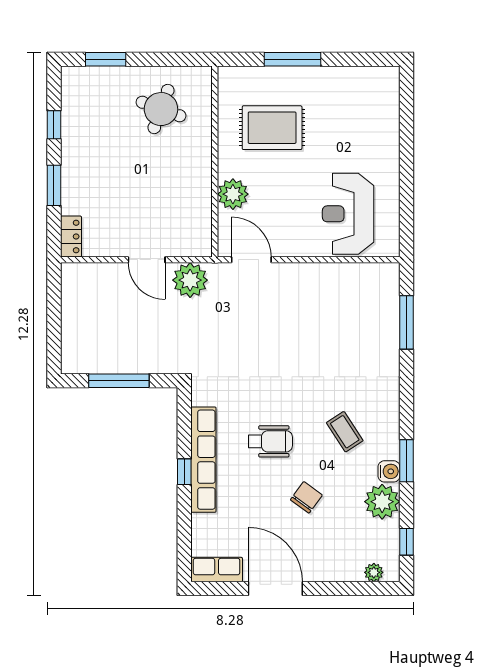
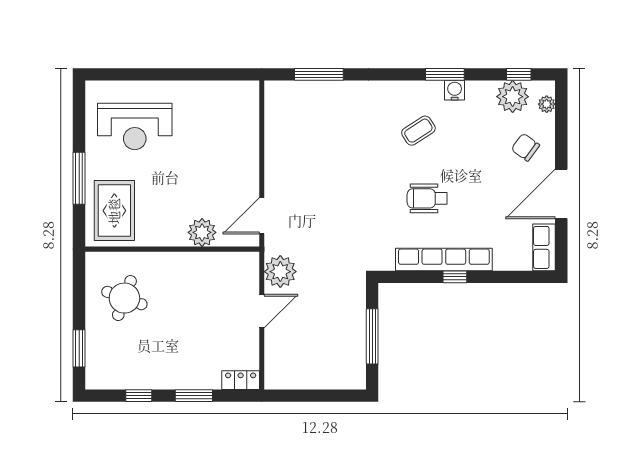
rug: (272, 128) -> (114, 211), moved
reception desk: (348, 214) -> (135, 126), moved
wheelchair: (270, 441) -> (427, 198), turned -90
chair: (306, 497) -> (525, 147), moved
plant: (382, 502) -> (513, 97), moved

